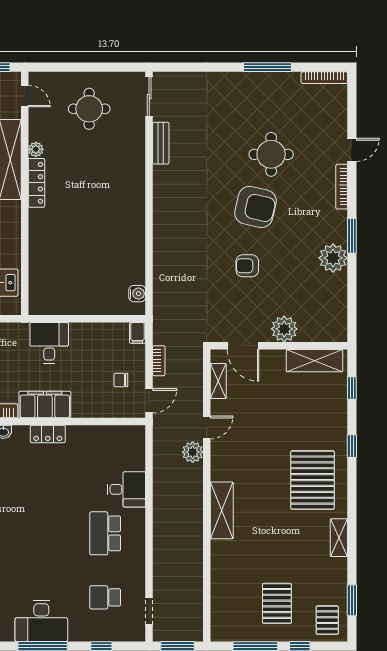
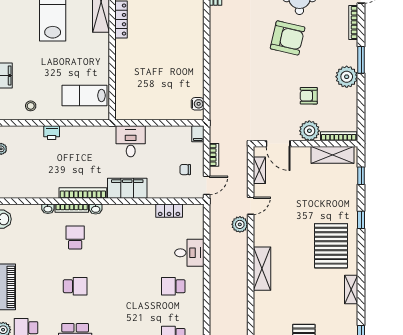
armchair: (247, 266) -> (309, 96), moved
bookcase: (323, 336) -> (339, 136), added
locker: (48, 434) -> (169, 211), moved
school desk: (105, 533) -> (173, 286), width x0.54

